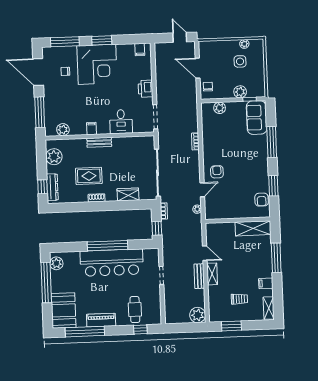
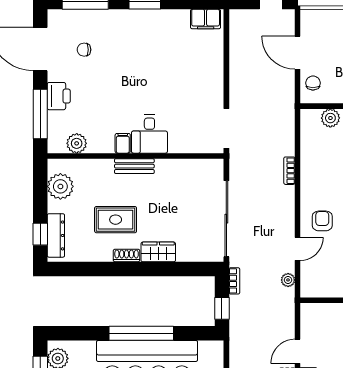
filing cabinet: (140, 49) -> (206, 19), width x2.00
corner desk: (97, 64) -> (136, 40), removed
printer: (146, 89) -> (59, 96), moved, turned 180
desk: (121, 122) -> (149, 134), moved
wardrobe: (128, 194) -> (158, 252), moved
door: (205, 253) -> (298, 351), swing flipped

